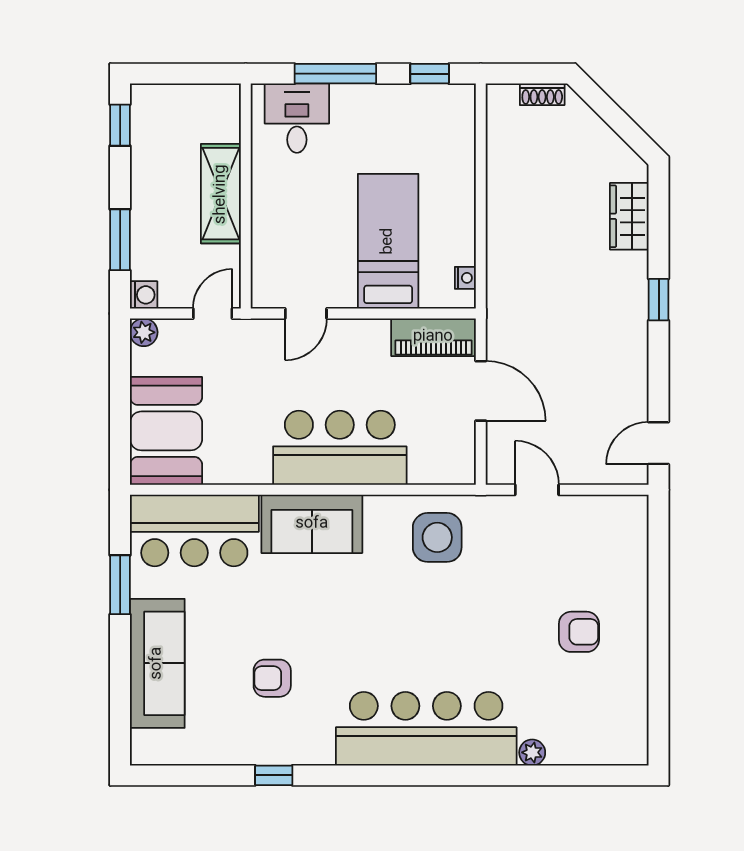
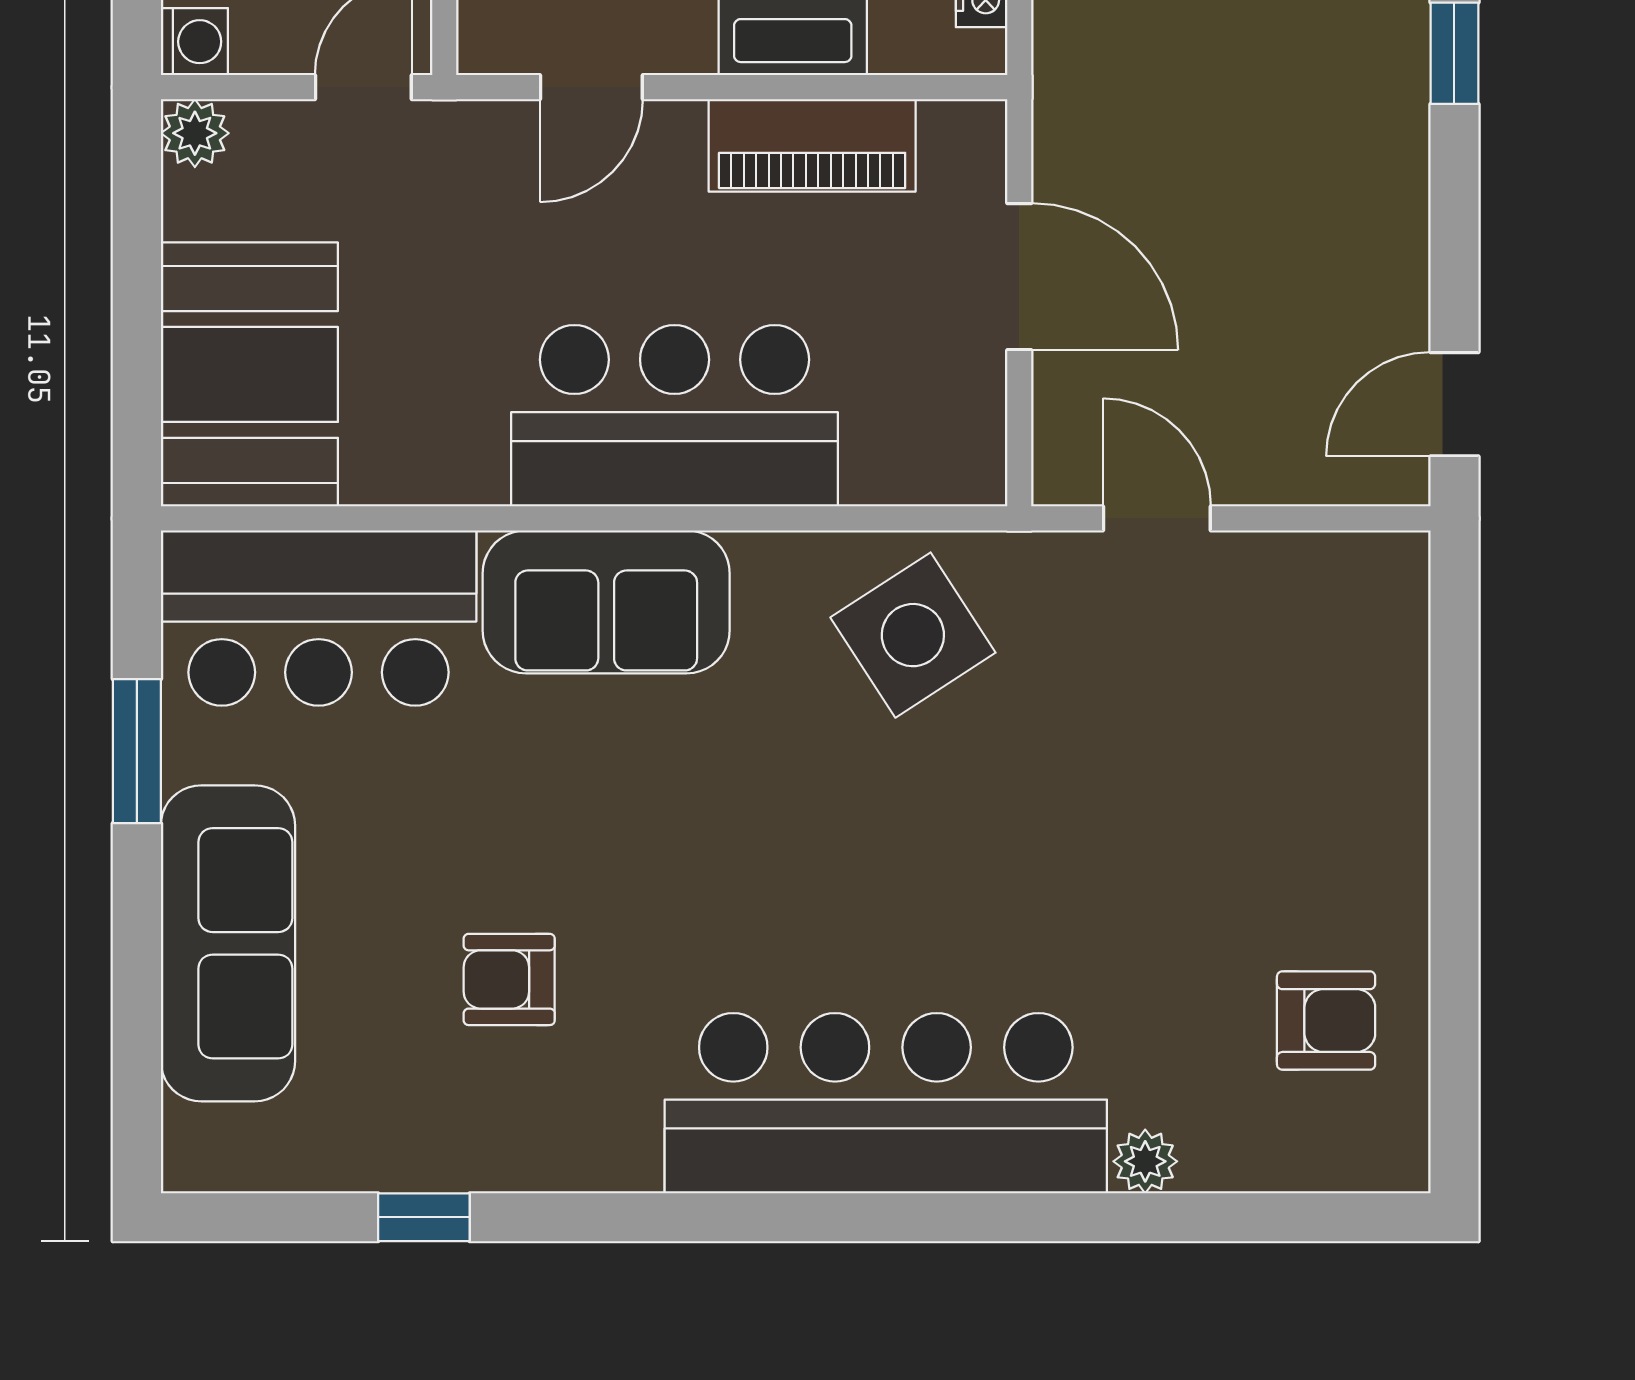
piano: (433, 337) -> (812, 145), moved
side table: (437, 537) -> (913, 635), turned -33
armchair: (579, 632) -> (1326, 1021), moved
window: (274, 775) -> (424, 1217), moved

